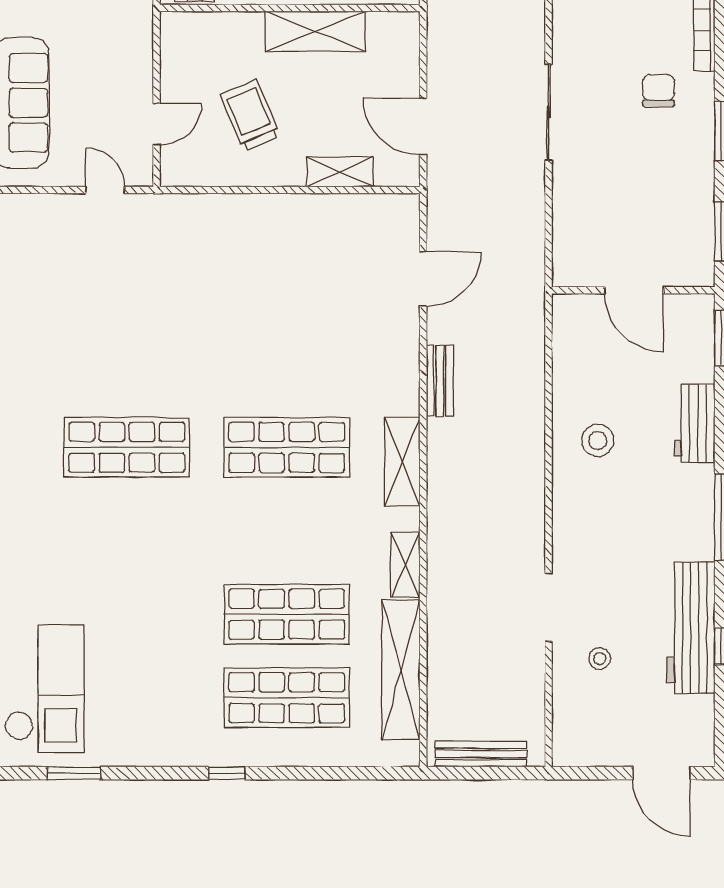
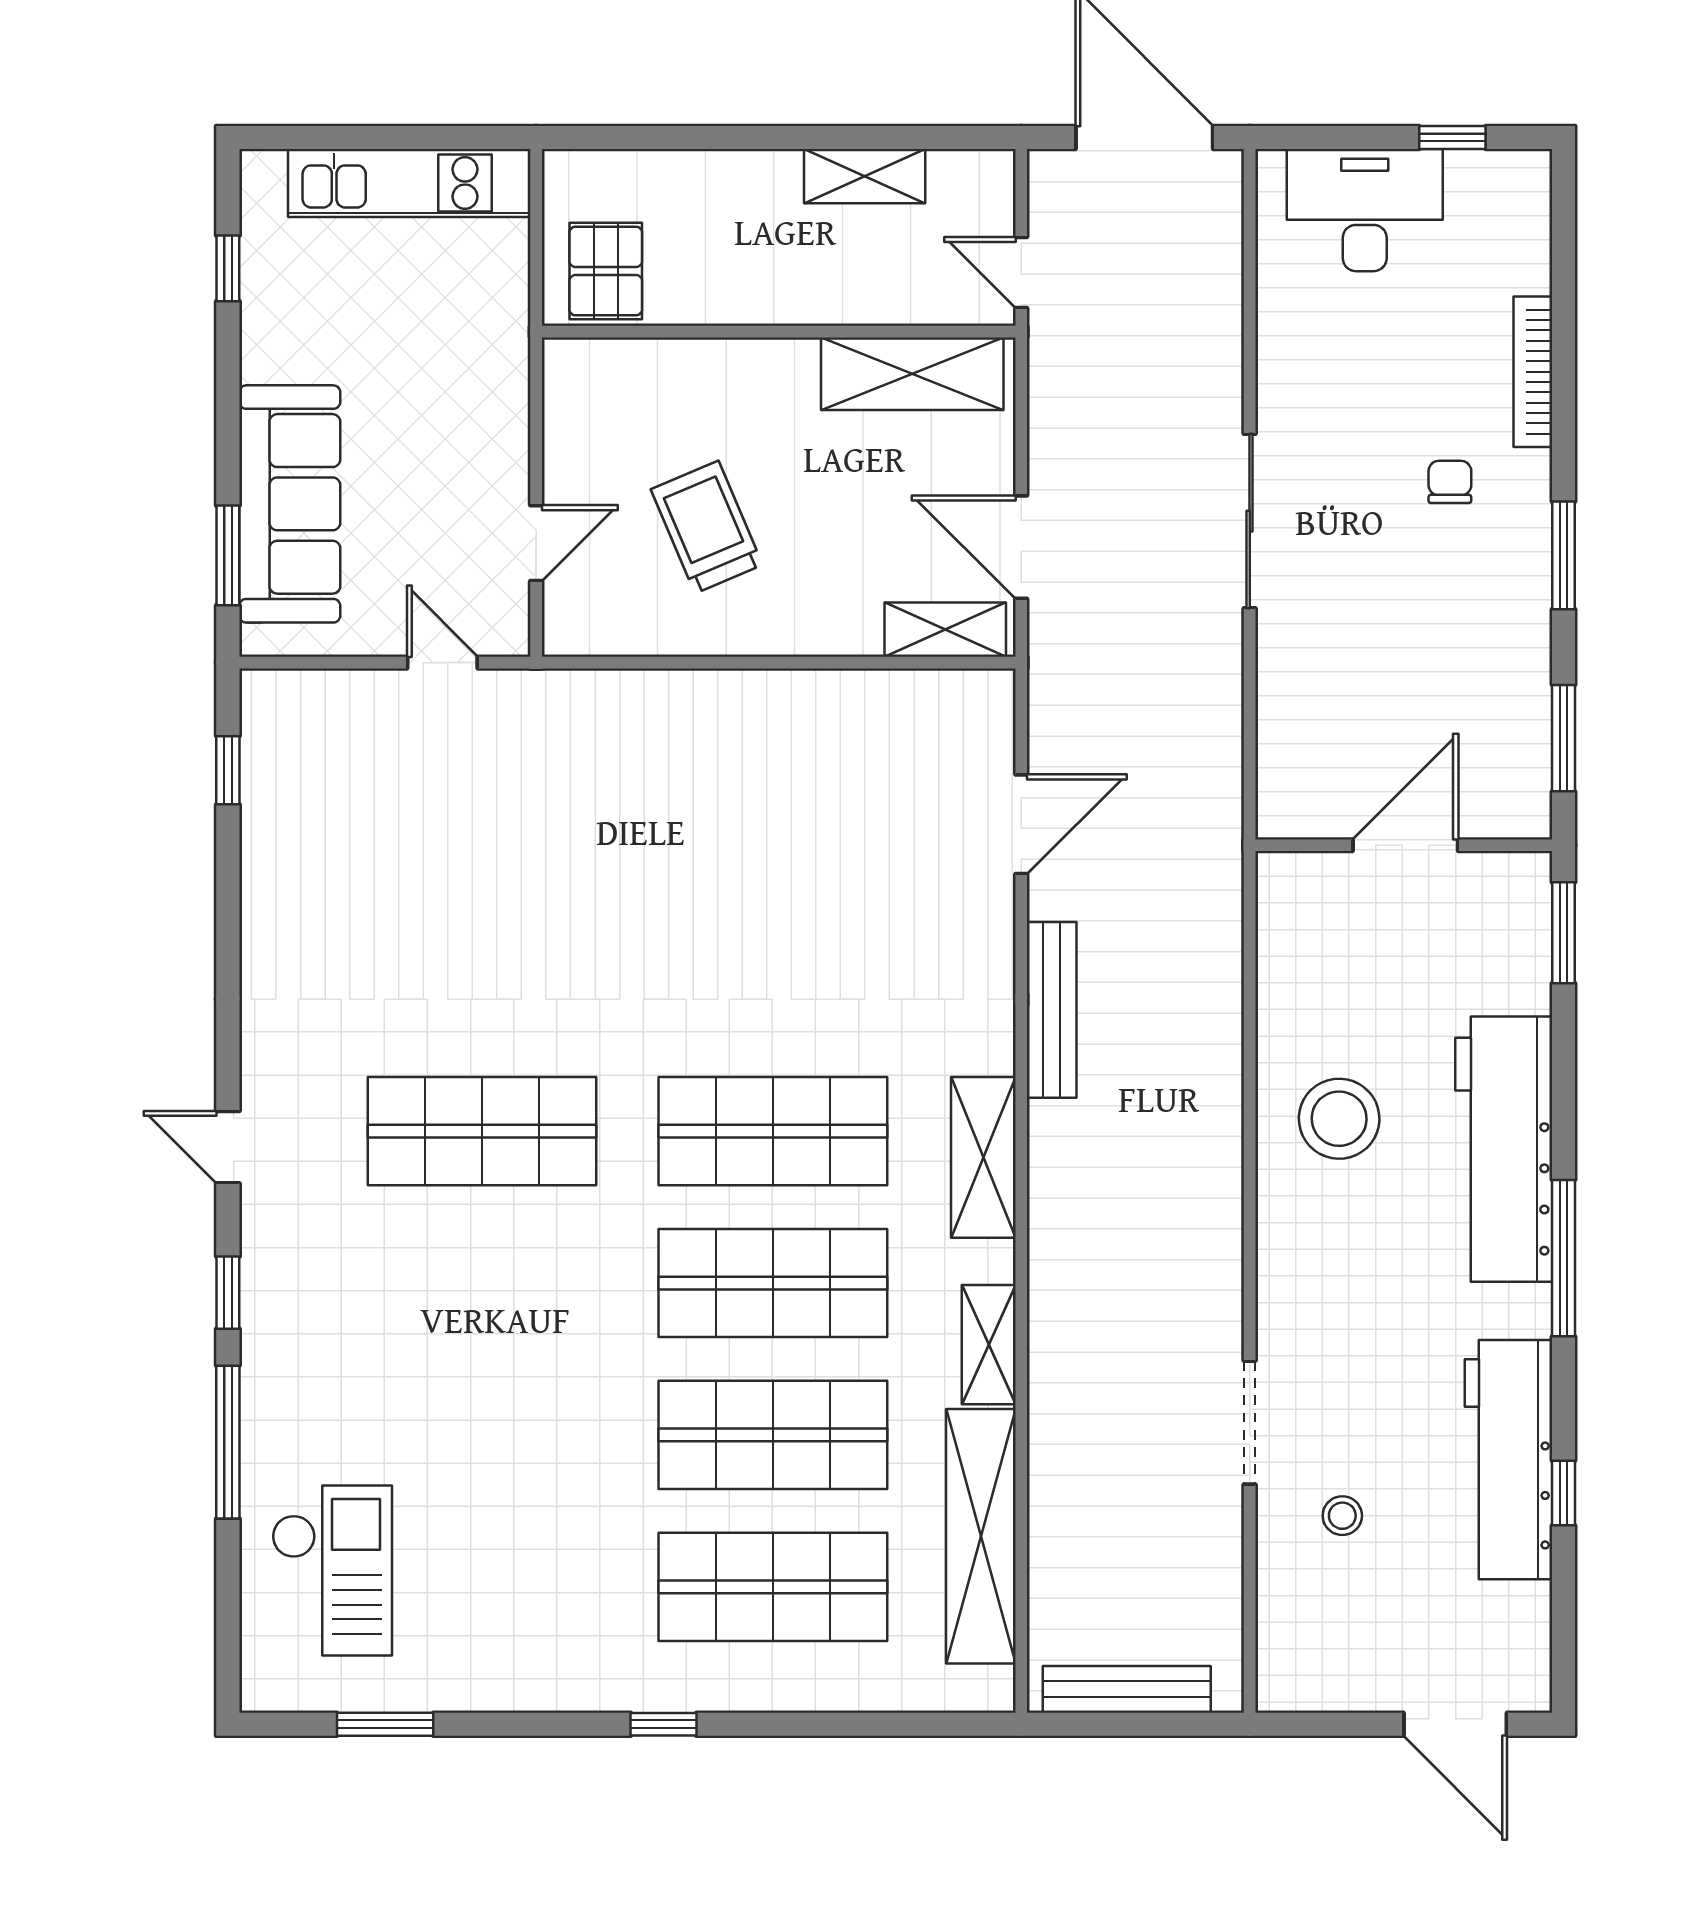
shelving: (315, 31) -> (912, 374), moved
chair: (659, 91) -> (1450, 482), width x0.73, depth x0.73
shelving: (340, 172) -> (945, 630), moved
door: (634, 290) -> (1405, 845), swing flipped
bench: (440, 381) -> (1052, 1010), width x1.36
workbench: (695, 423) -> (1504, 1149), width x1.88, depth x1.32
stool: (598, 440) -> (1339, 1119), width x1.38, depth x1.38
shop shelf: (287, 531) -> (773, 1283), added
checkout: (44, 689) -> (332, 1570), width x0.73, depth x0.83

